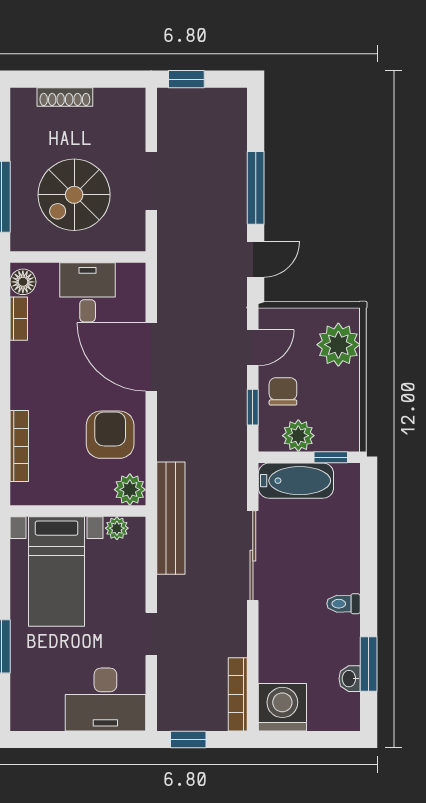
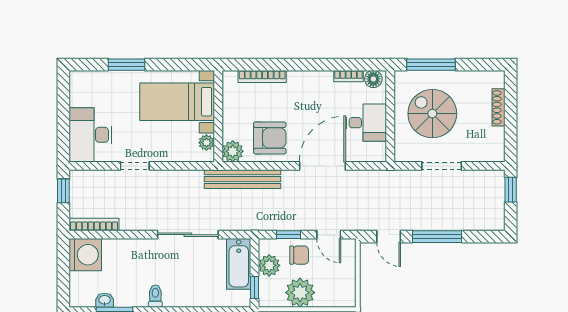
plant: (338, 345) -> (300, 293), moved
bench: (171, 518) -> (243, 179), moved

